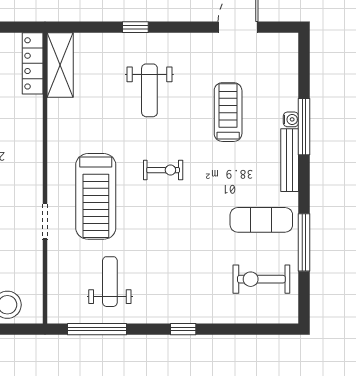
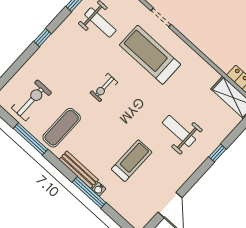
treadmill: (228, 112) -> (132, 161), turned -90
exercise bike: (163, 170) -> (104, 88), moved

